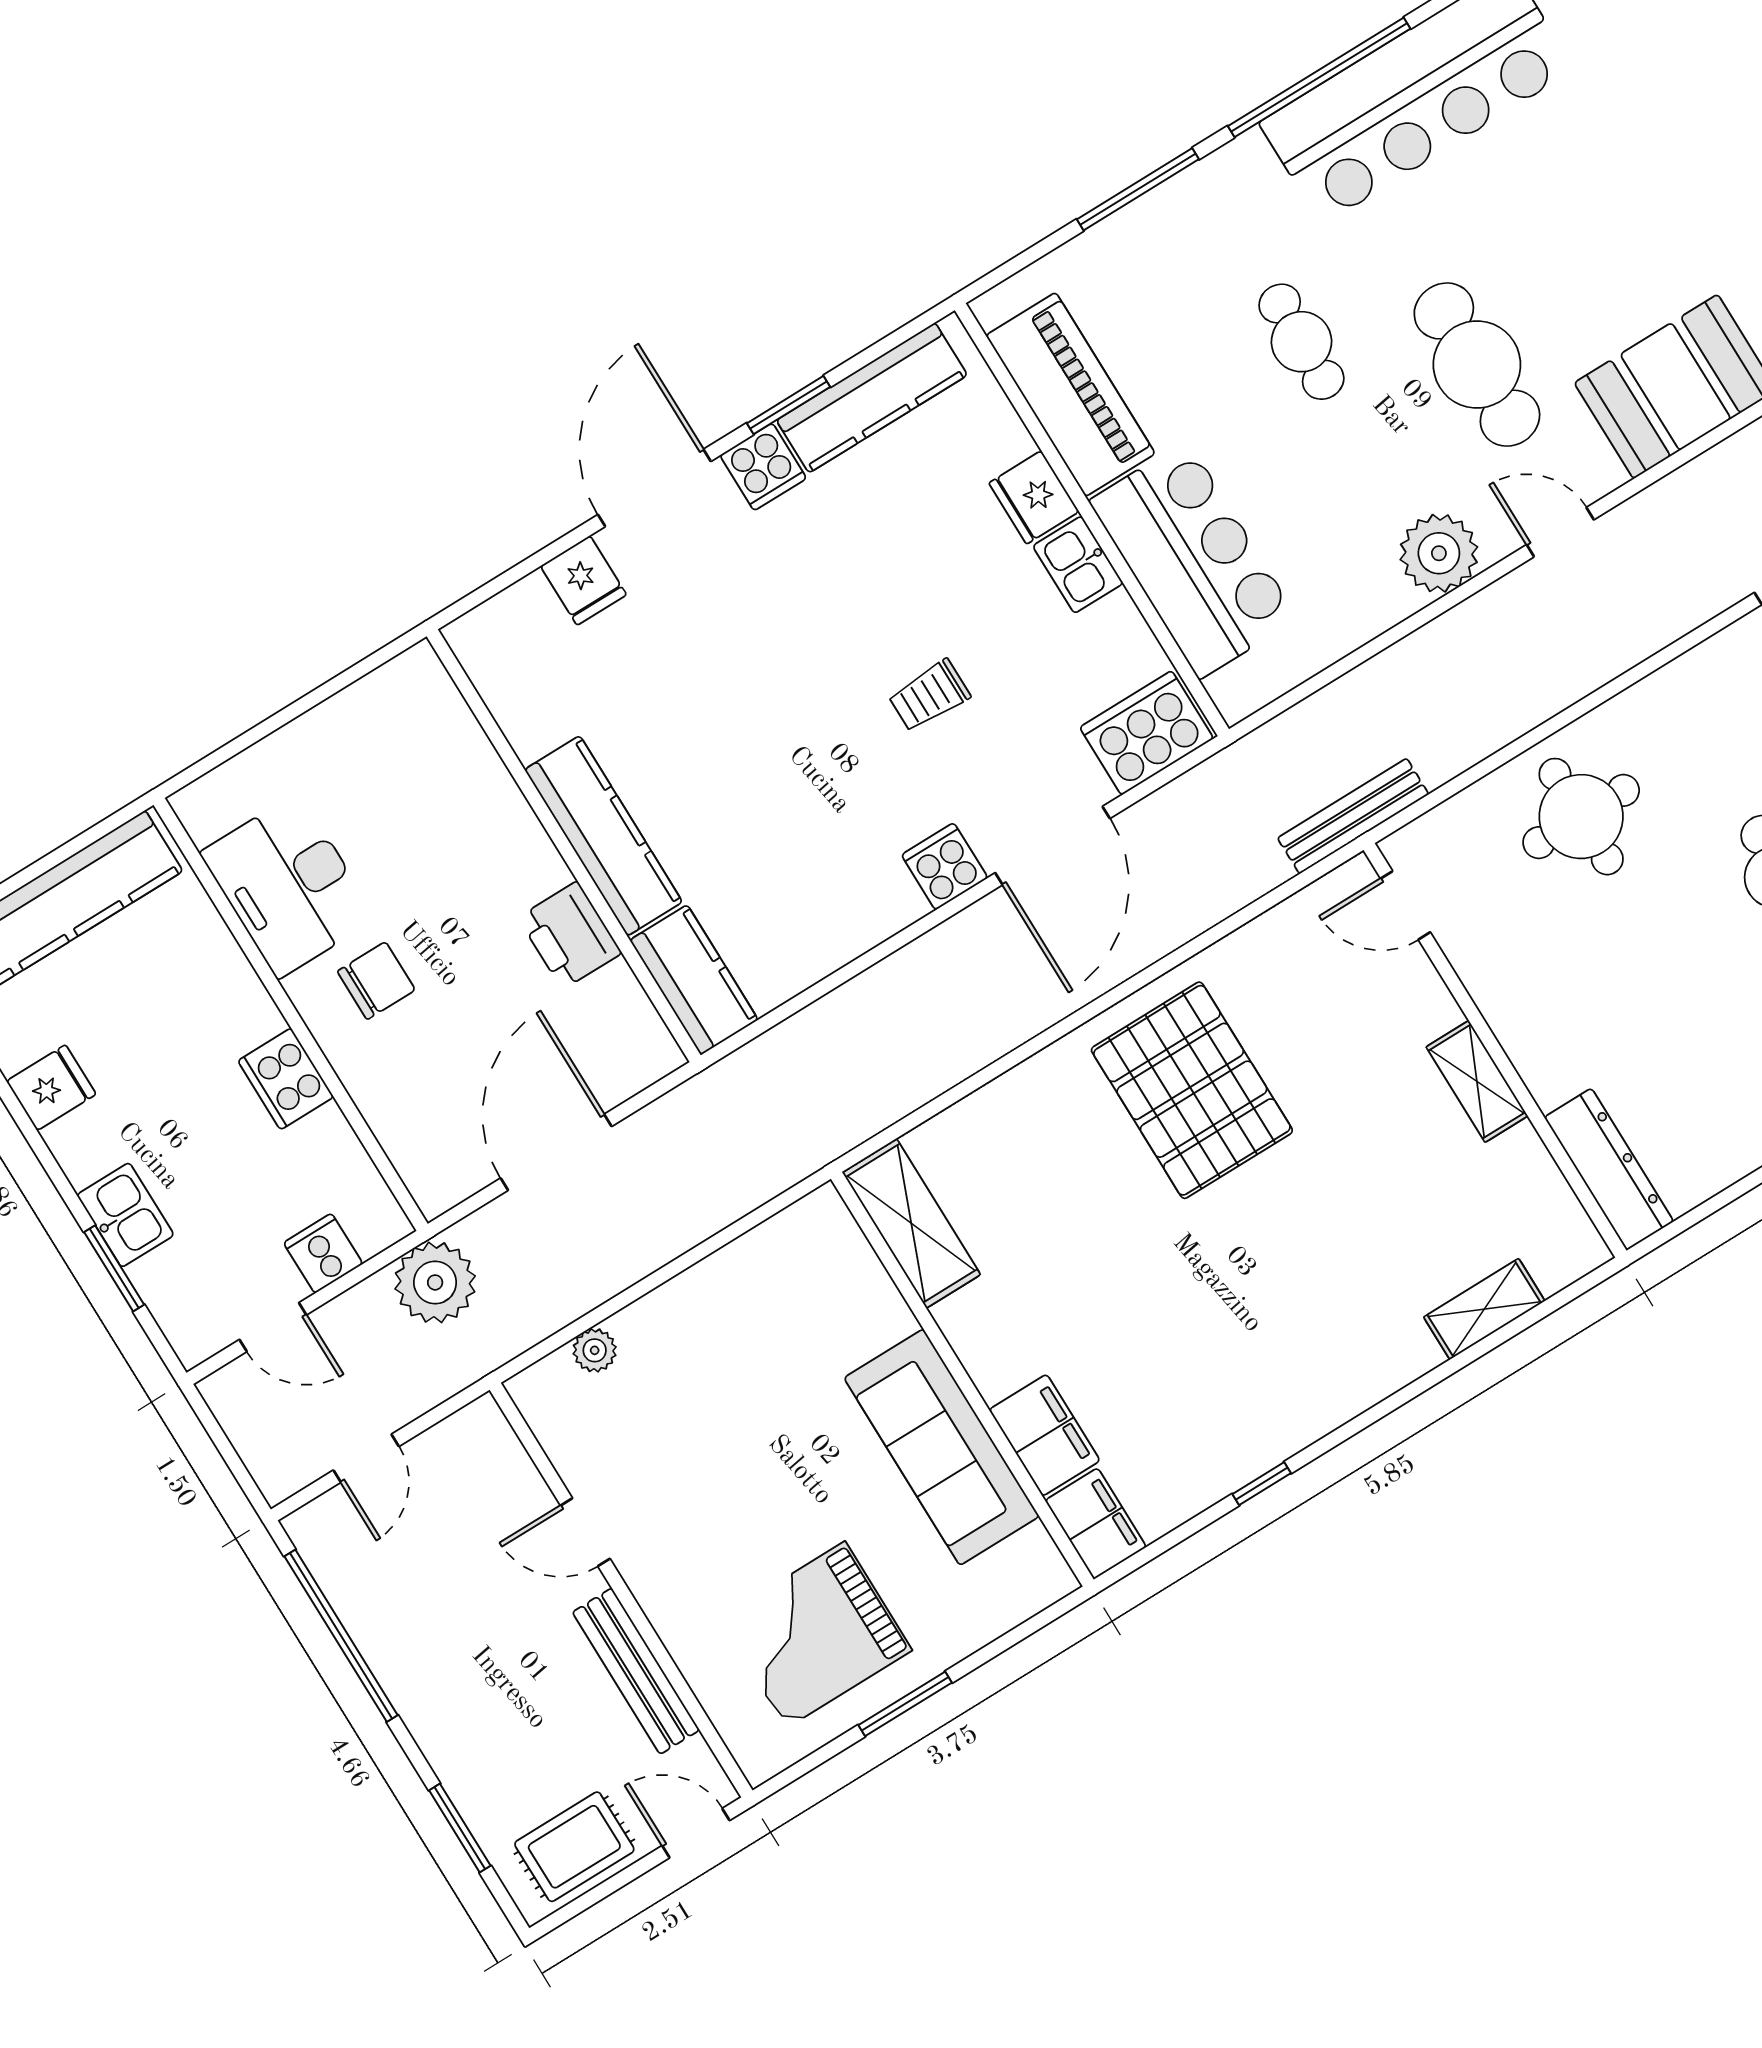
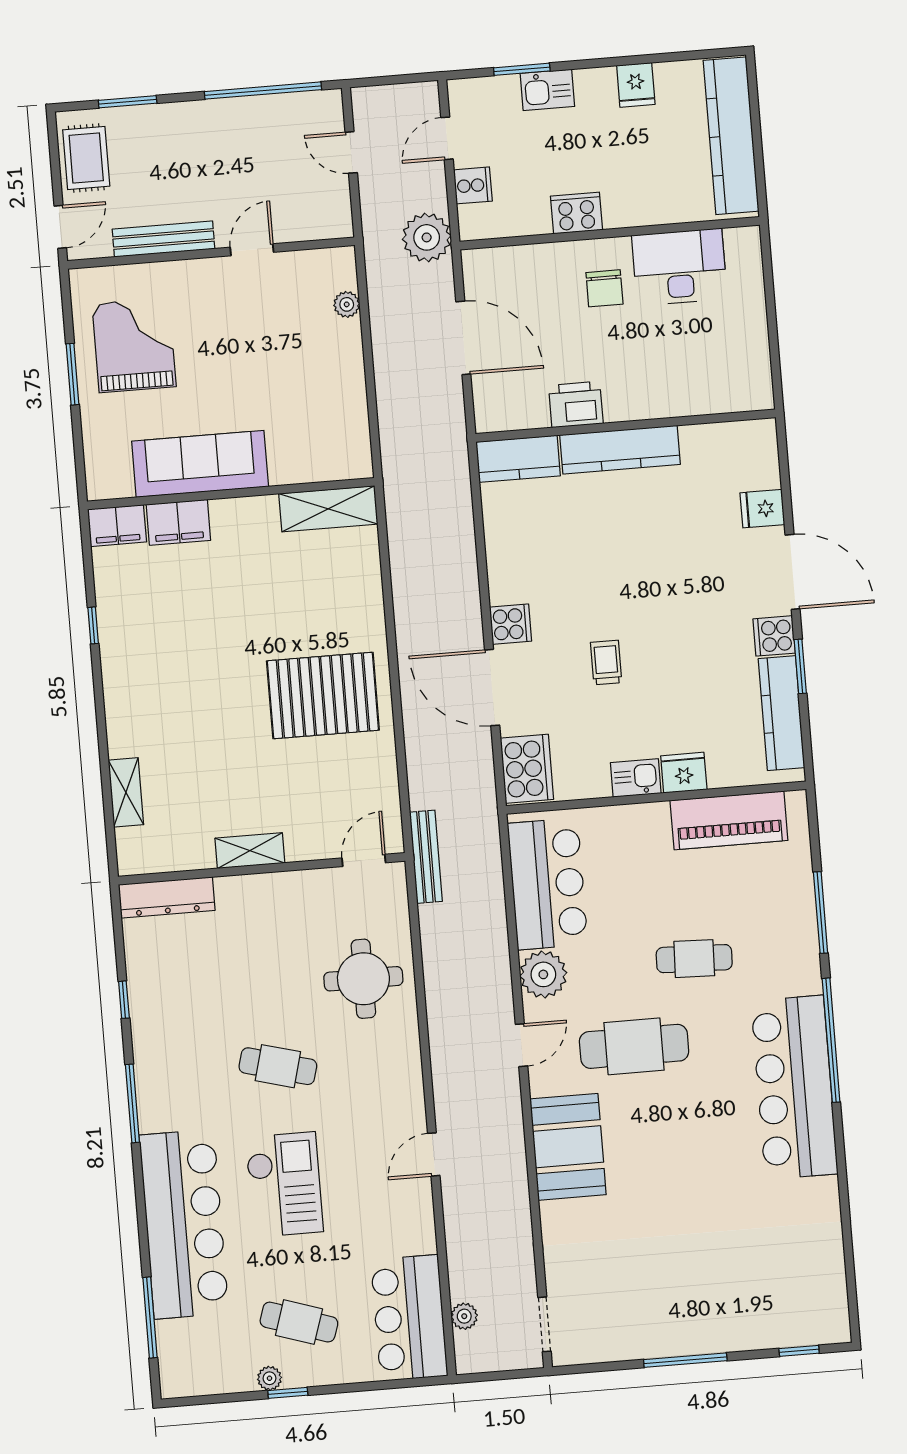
bar counter: (1193, 560) -> (548, 884), moved, turned -90

